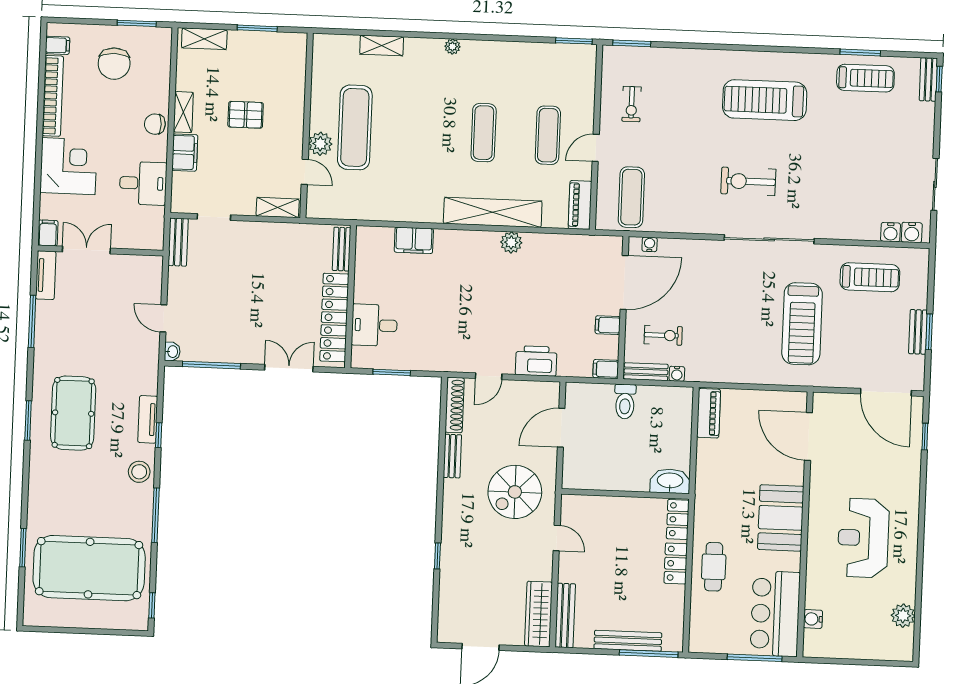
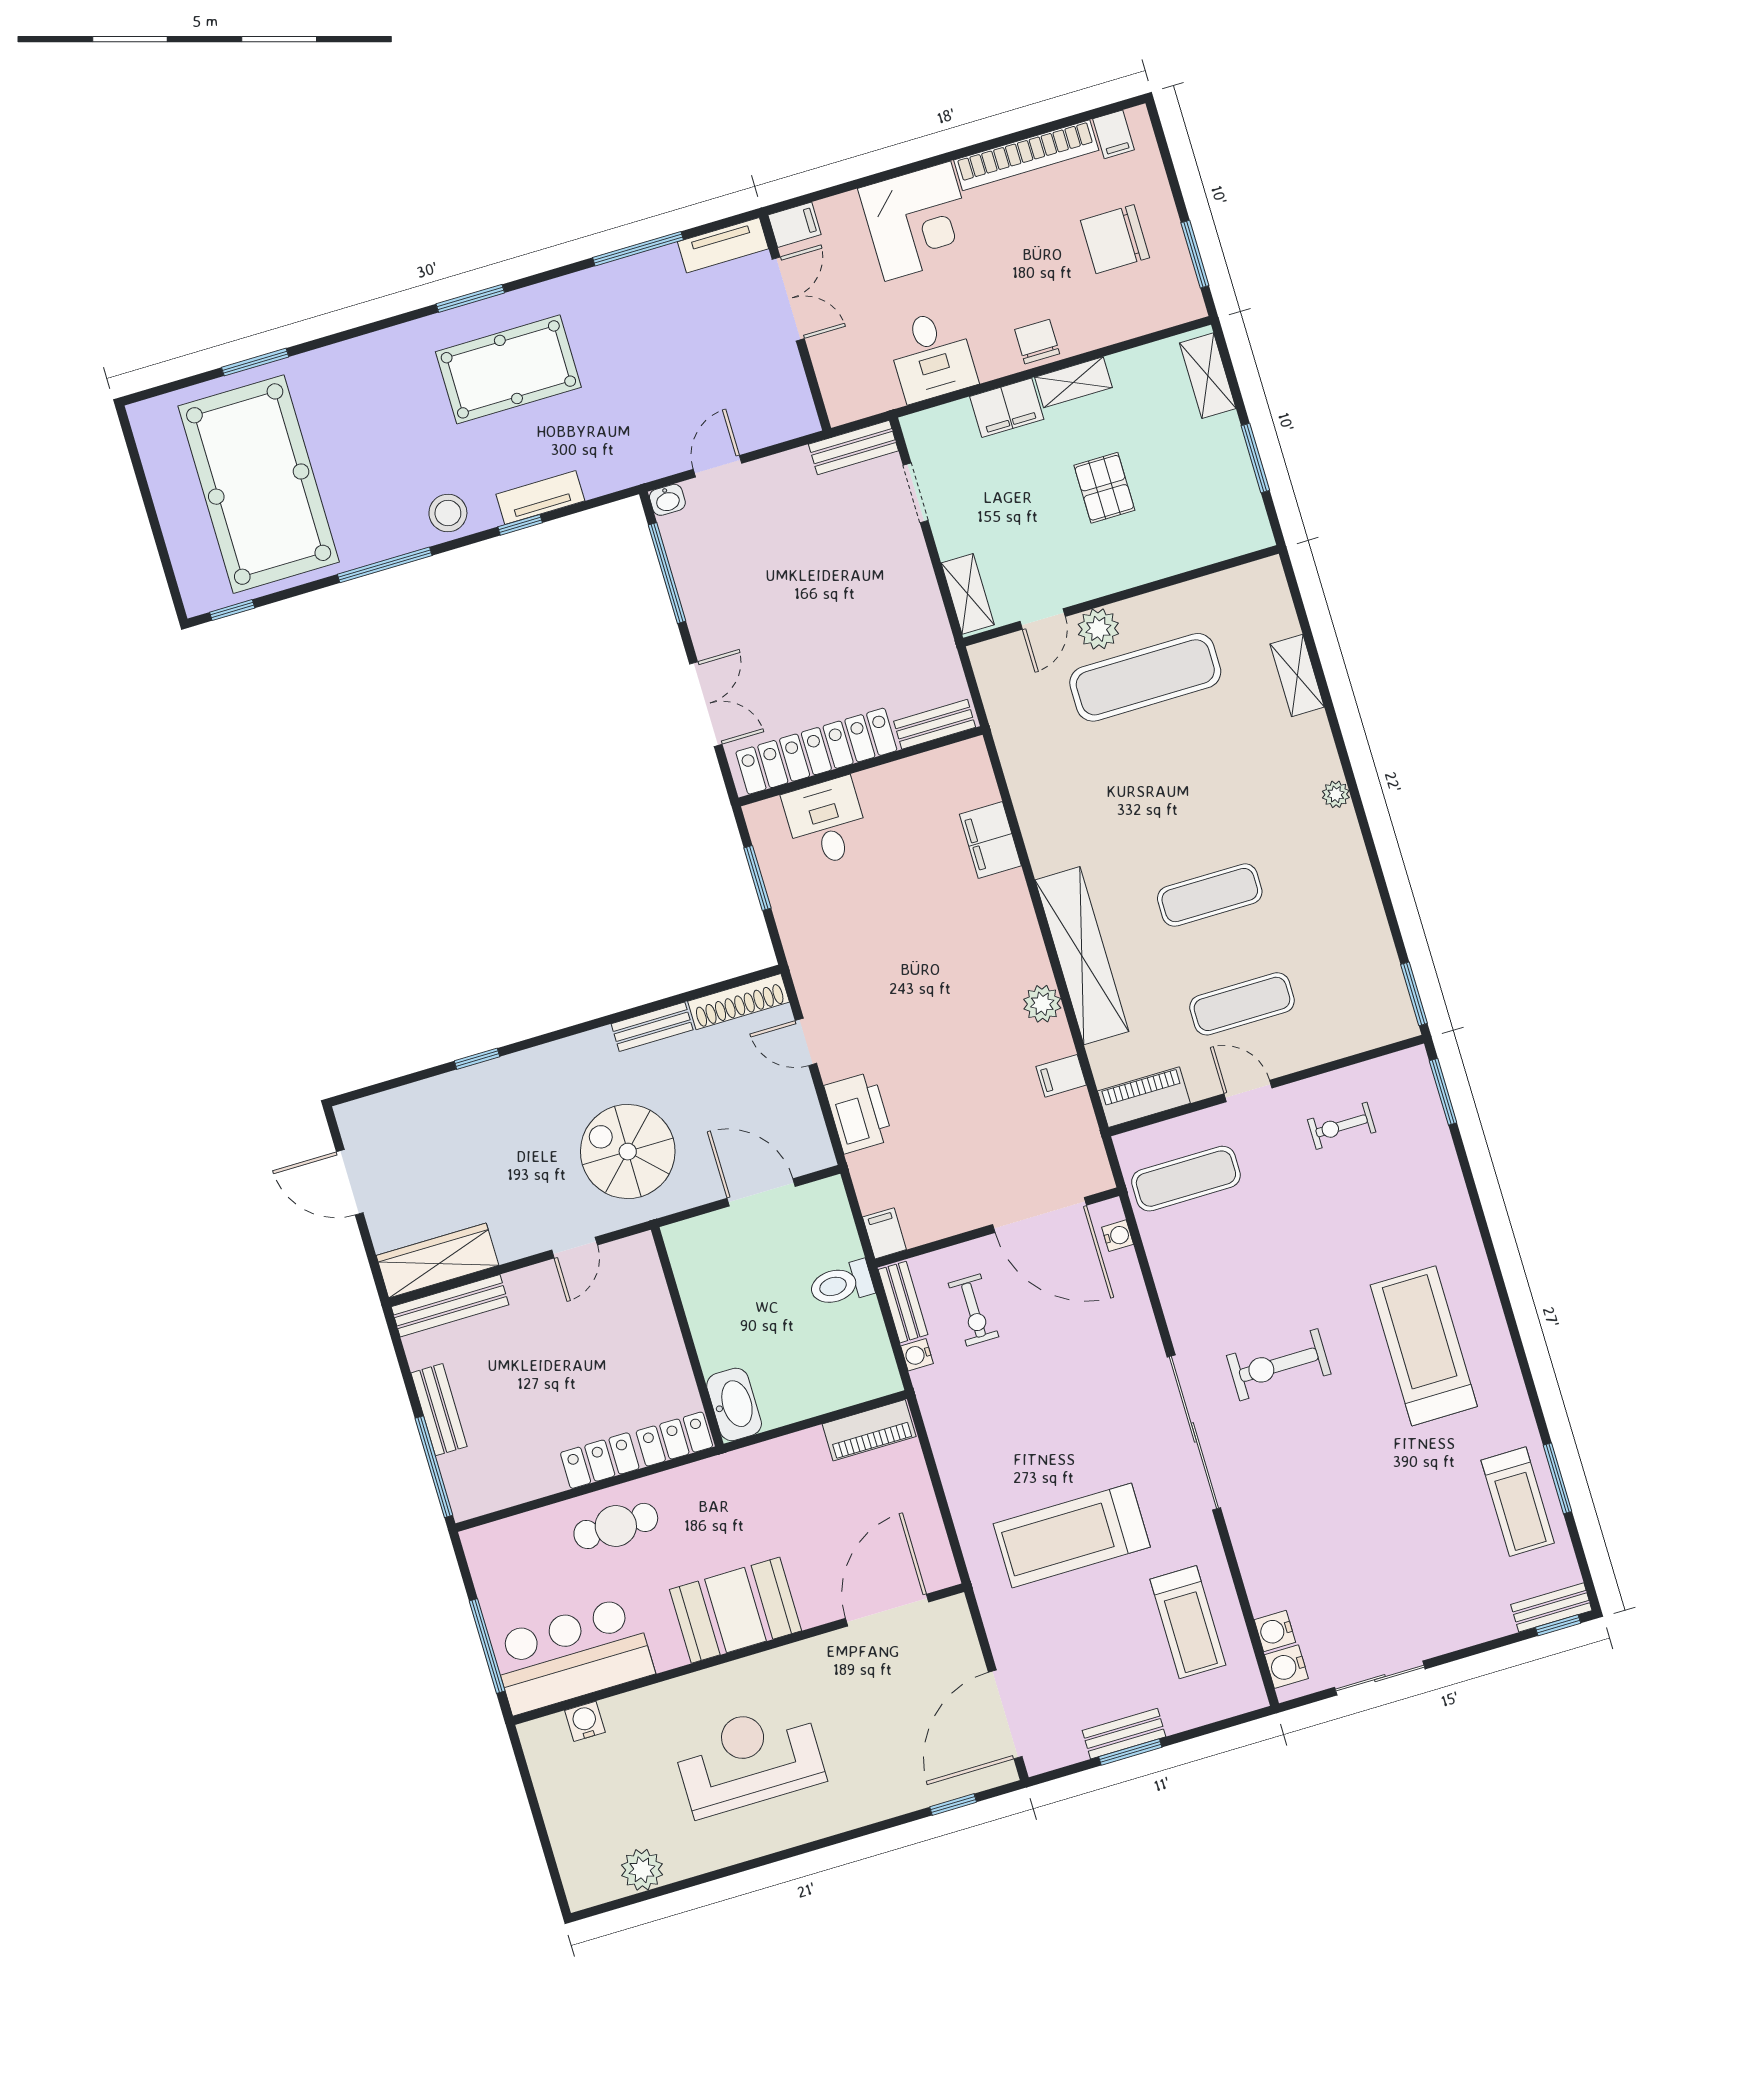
exercise bike: (748, 181) -> (1279, 1365), turned -90
filing cabinet: (608, 325) -> (1061, 1076), moved, turned -90
bench: (628, 641) -> (439, 1410), width x0.73

